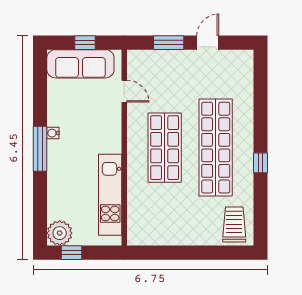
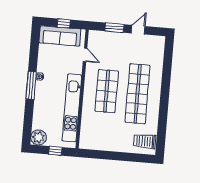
window: (260, 163) -> (164, 105), removed
kitchen unit: (110, 195) -> (72, 108), width x1.36
trolley: (234, 224) -> (145, 141), turned -90
window: (71, 253) -> (55, 151), moved

